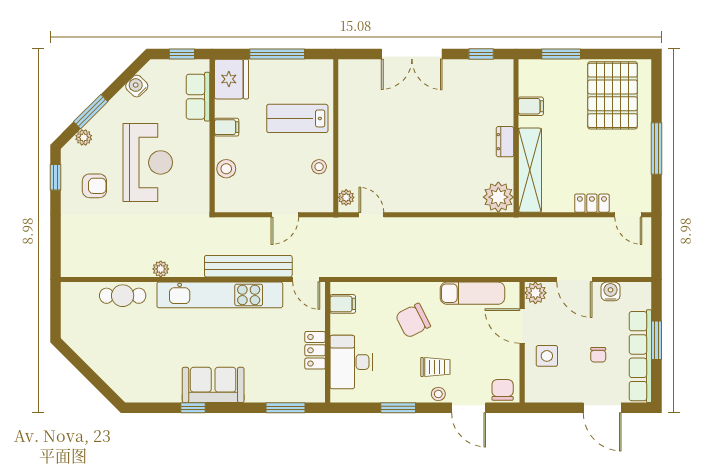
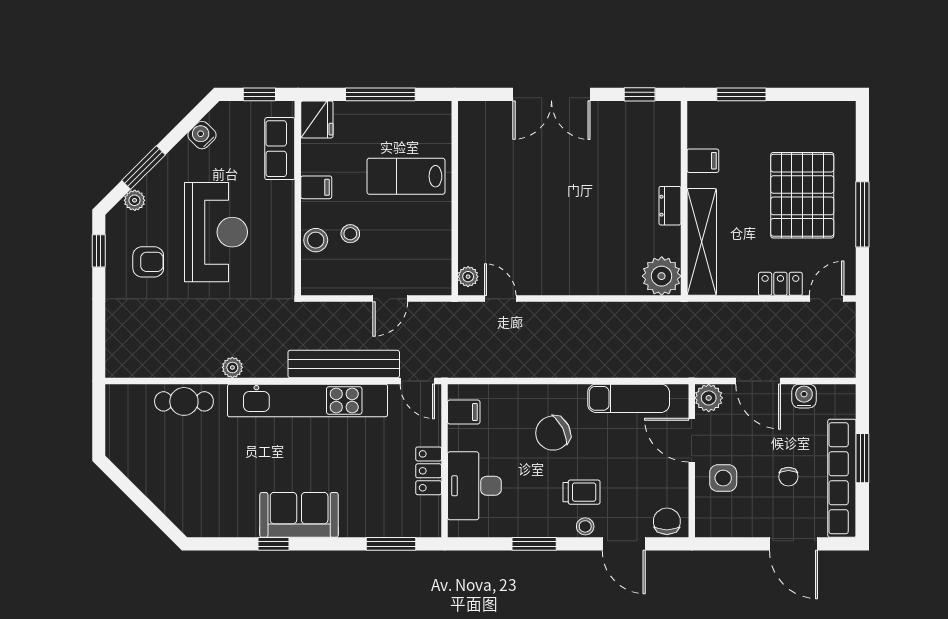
fridge: (231, 79) -> (317, 119), width x0.73, depth x0.75
pallet: (613, 95) -> (802, 195), moved
stool: (319, 167) -> (350, 234), moved
door: (628, 215) -> (827, 299), swing flipped

